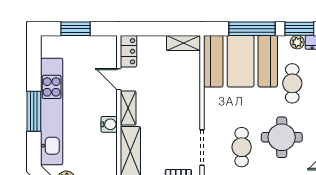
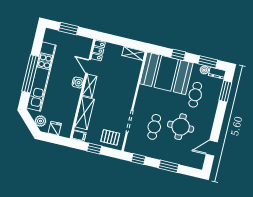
window: (252, 29) -> (178, 55), width x0.46
window: (34, 111) -> (30, 74), width x1.46
water cooler: (109, 124) -> (78, 82), moved

